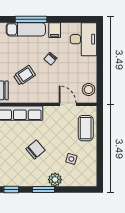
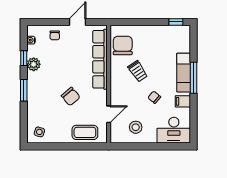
stool: (89, 90) -> (136, 127), moved
chair: (35, 150) -> (71, 96), moved
side table: (71, 159) -> (39, 132), moved
plant: (55, 180) -> (34, 64), moved

